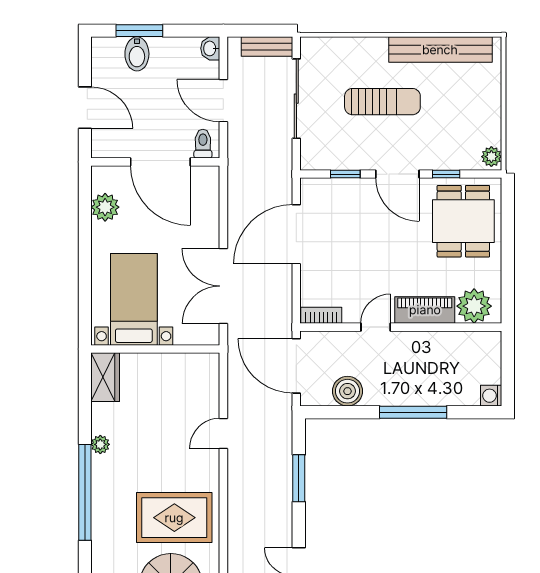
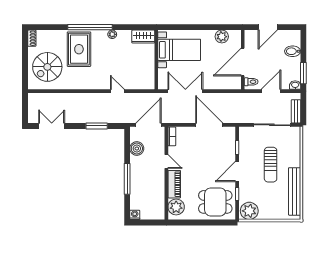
window: (139, 31) -> (303, 73), moved
plant: (491, 157) -> (249, 211), width x1.88, depth x1.88
rug: (174, 518) -> (79, 49), moved

